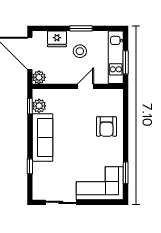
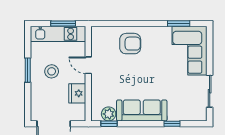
fridge: (57, 39) -> (77, 93), moved, turned 180
plant: (39, 77) -> (79, 114), removed

